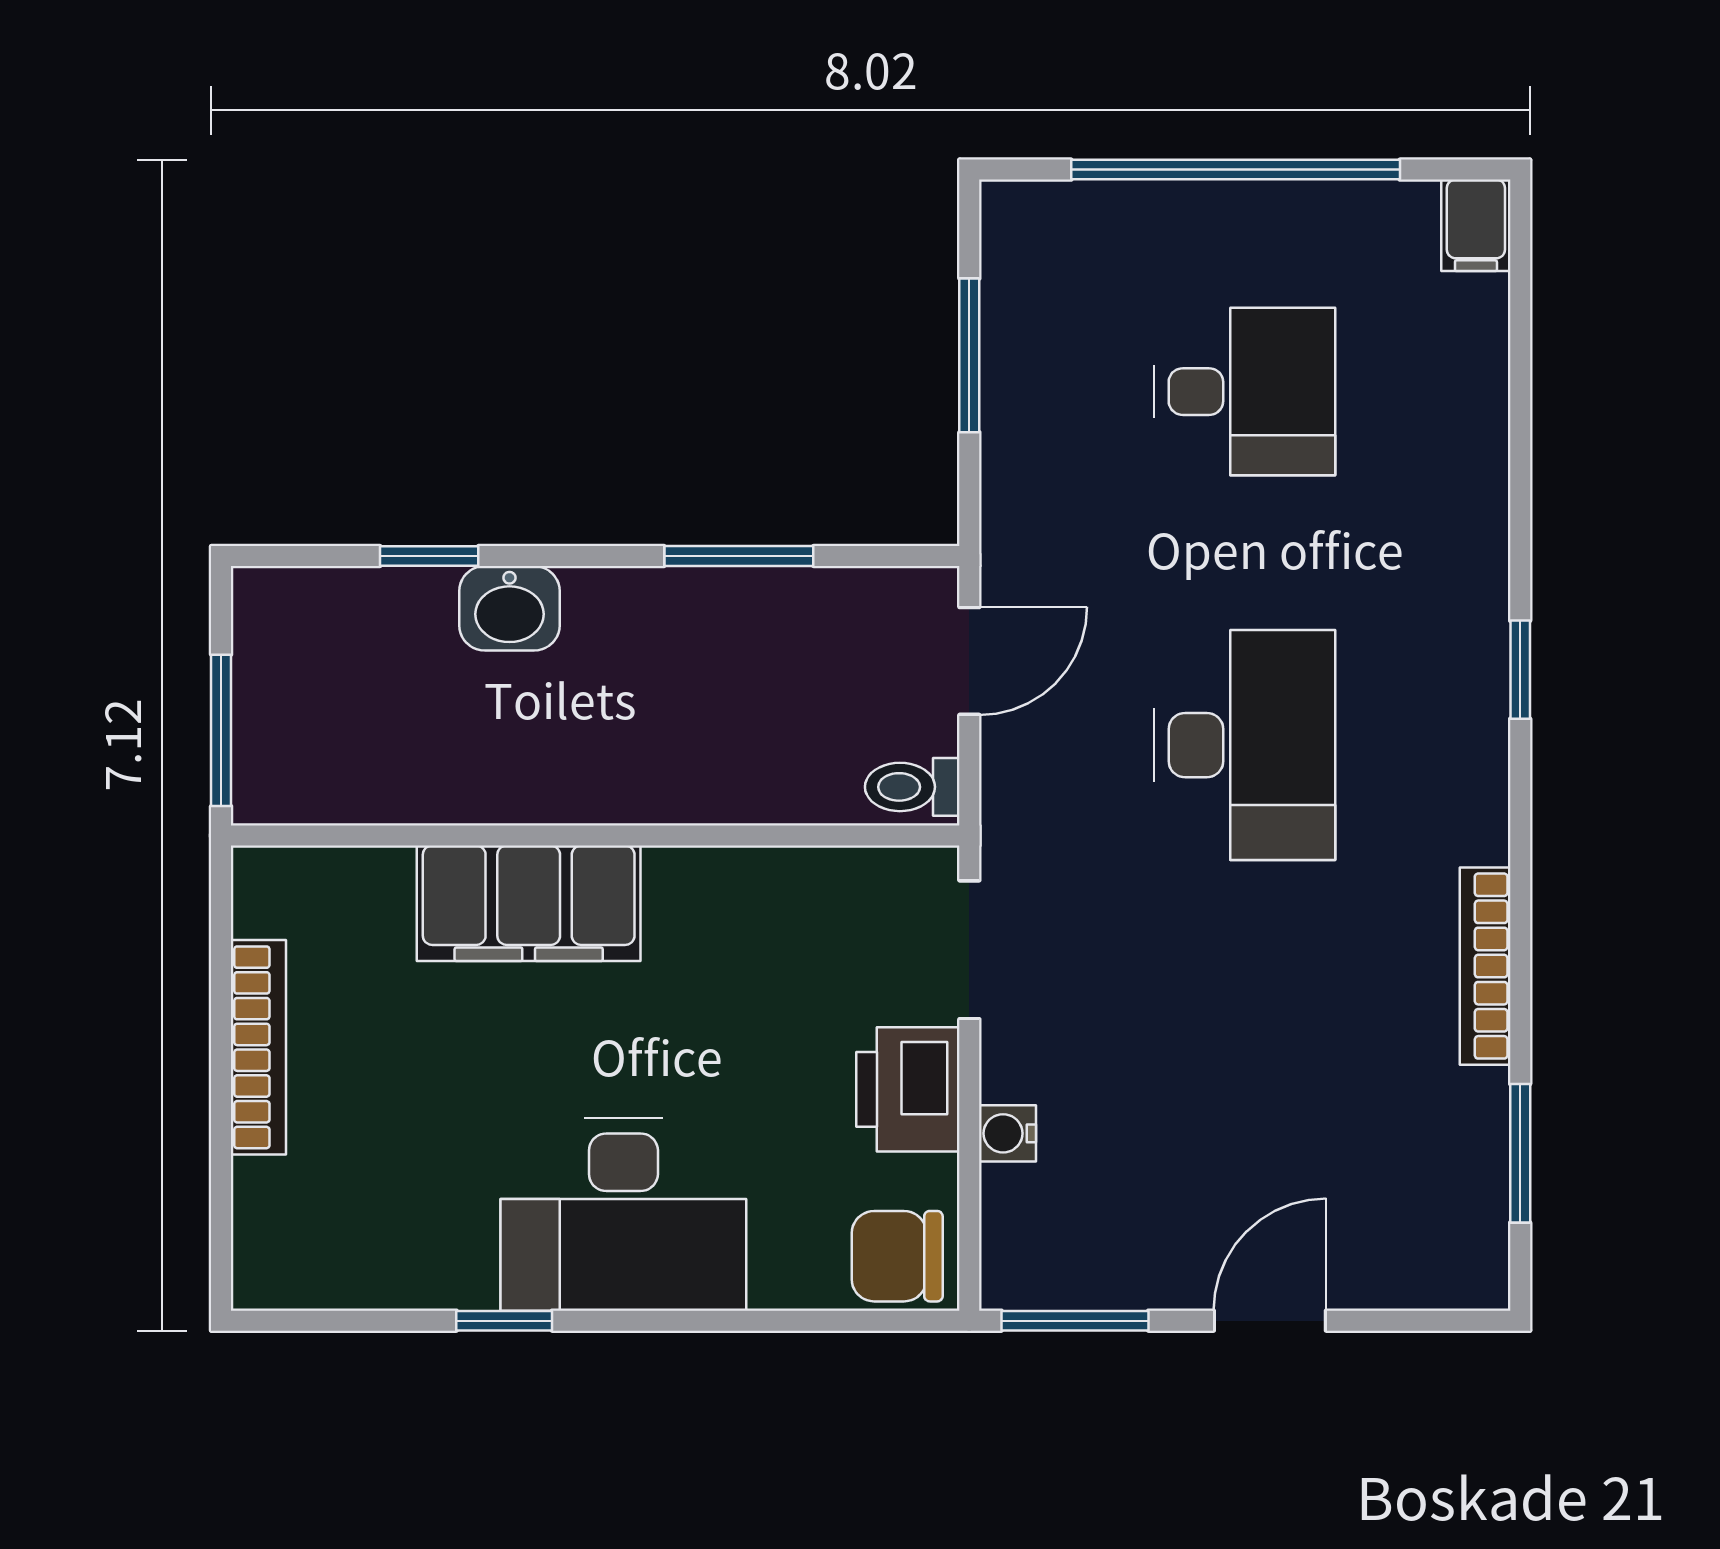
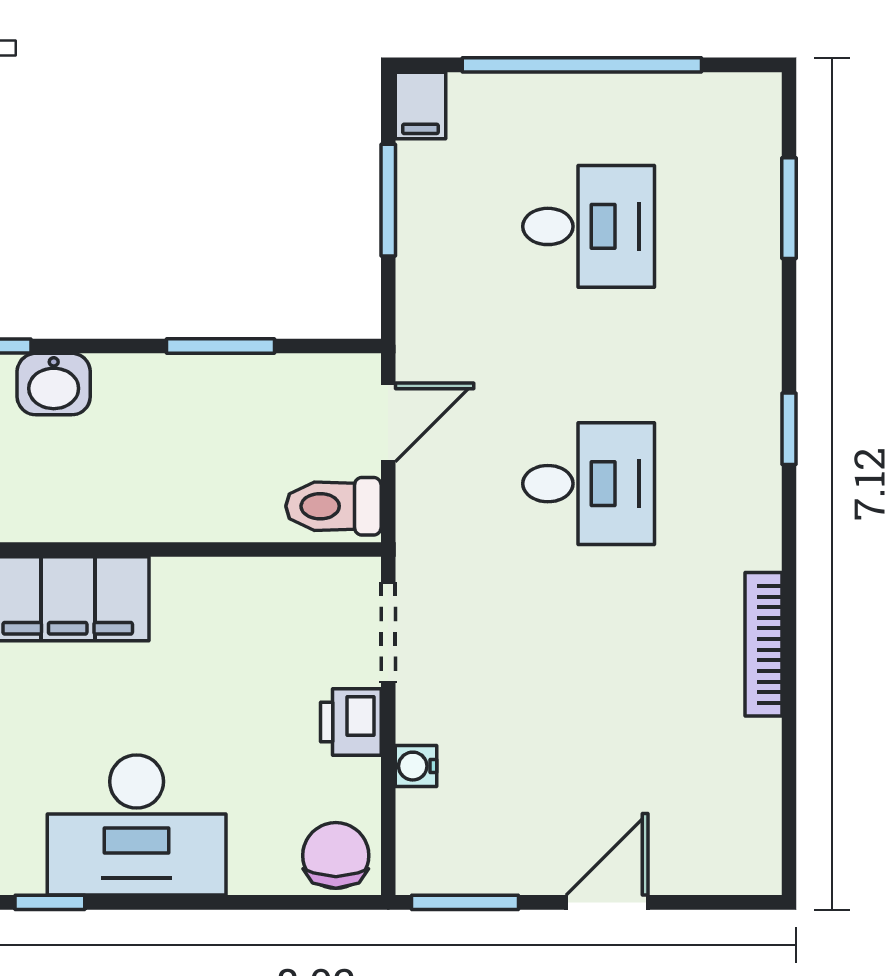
filing cabinet: (1476, 225) -> (420, 105), moved
desk: (1245, 745) -> (589, 484), width x0.73
toilet: (912, 787) -> (333, 506), width x1.37, depth x1.39
printer: (908, 1089) -> (351, 722), width x0.73, depth x0.81
window: (1520, 1153) -> (789, 208), moved
chair: (897, 1256) -> (336, 855), turned 90

